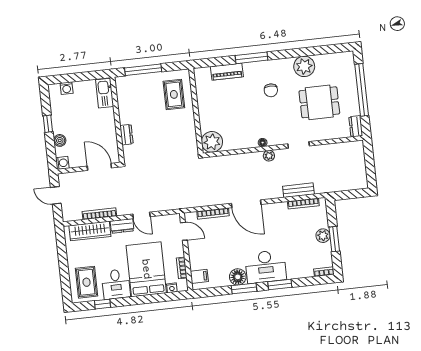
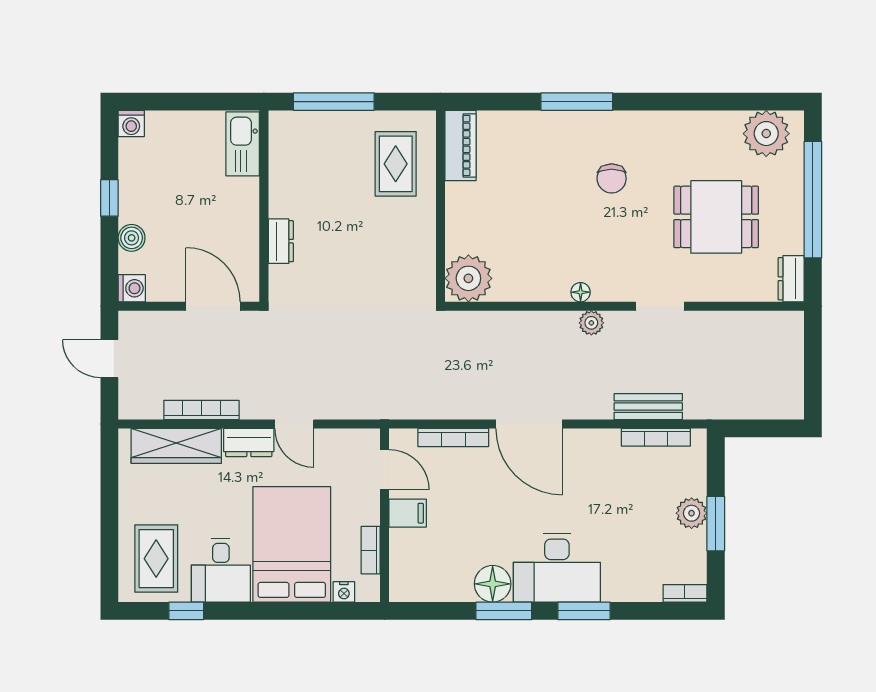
plant: (304, 66) -> (766, 134), moved
piano: (227, 72) -> (461, 146), moved, turned -90
washing machine: (67, 88) -> (131, 124), moved
filing cabinet: (199, 276) -> (408, 513), moved

